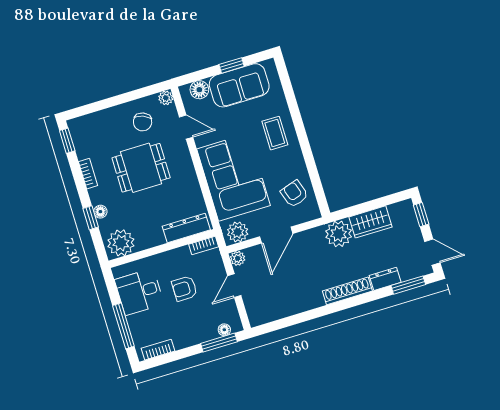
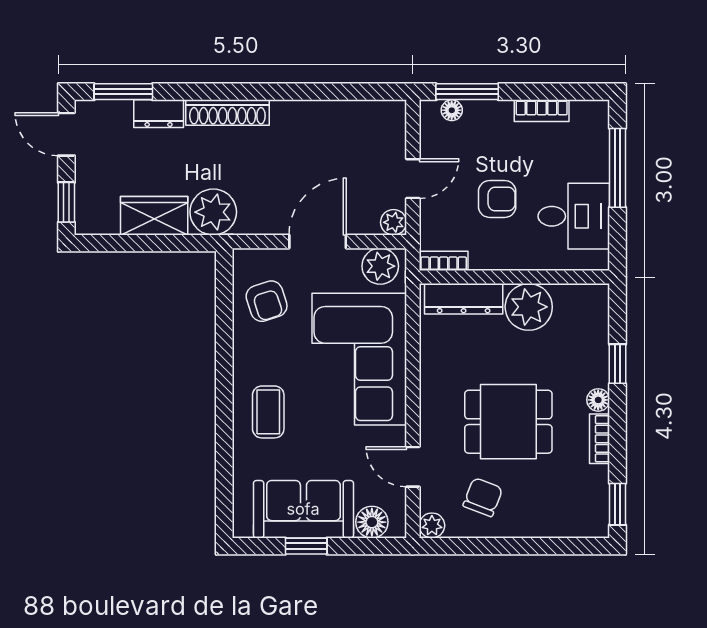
floor lamp: (100, 212) -> (598, 400), moved
plant: (121, 243) -> (529, 307), moved
bookcase: (158, 350) -> (542, 111), moved

